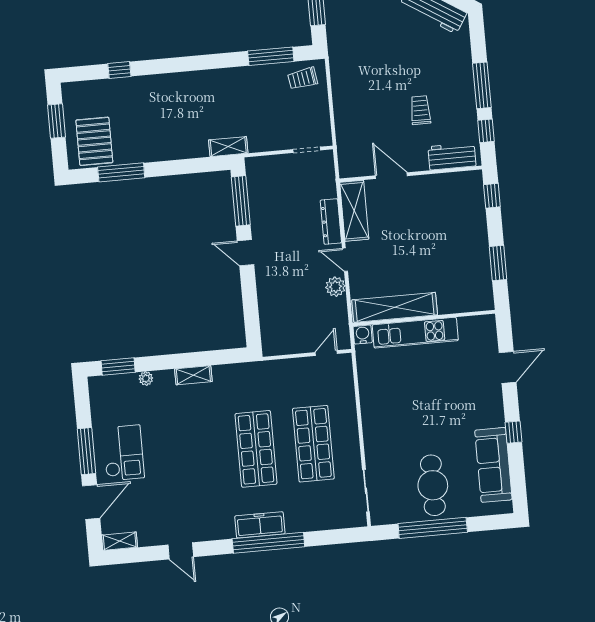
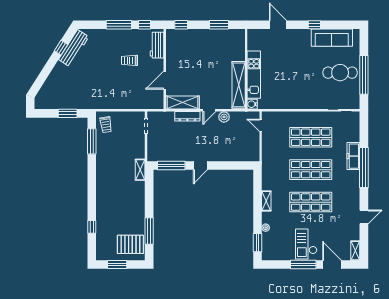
checkout: (123, 453) -> (306, 244), turned -90
shop shelf: (199, 454) -> (311, 202), added
freezer: (260, 525) -> (353, 156), moved

